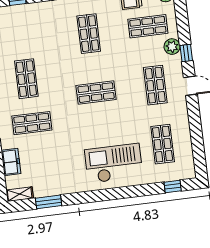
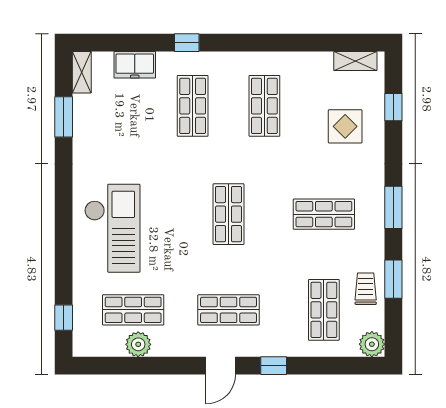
display table: (33, 27) -> (345, 126), added
plant: (172, 47) -> (138, 344), moved
shop shelf: (26, 79) -> (264, 106), turned 90

